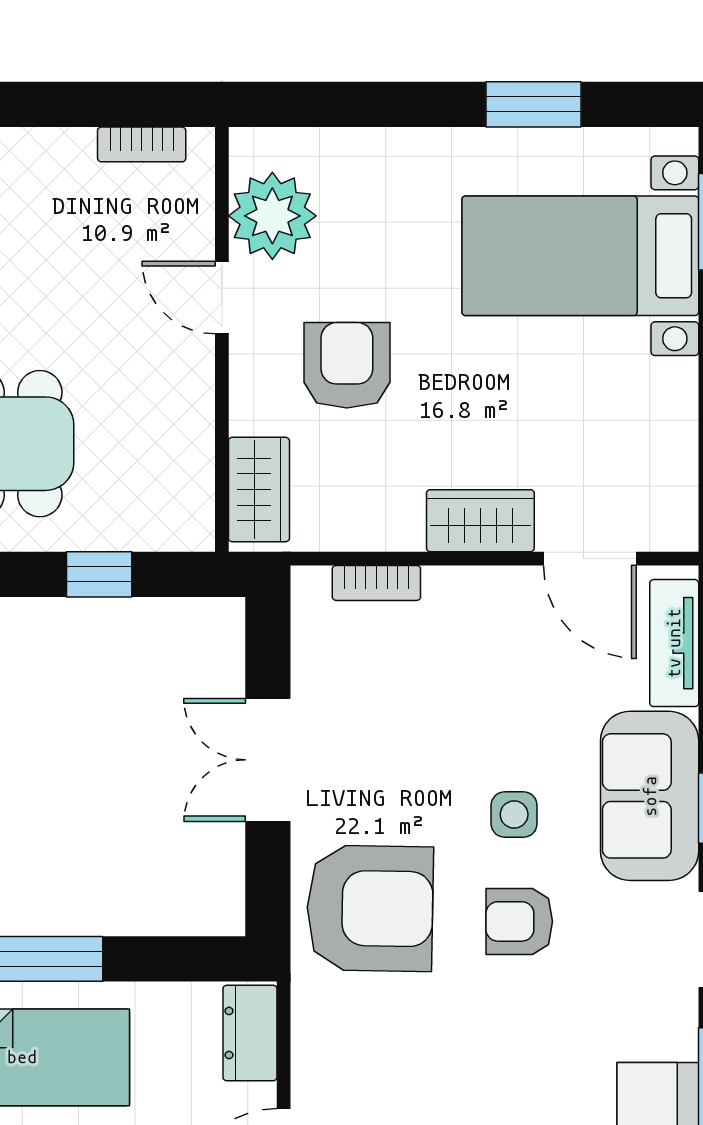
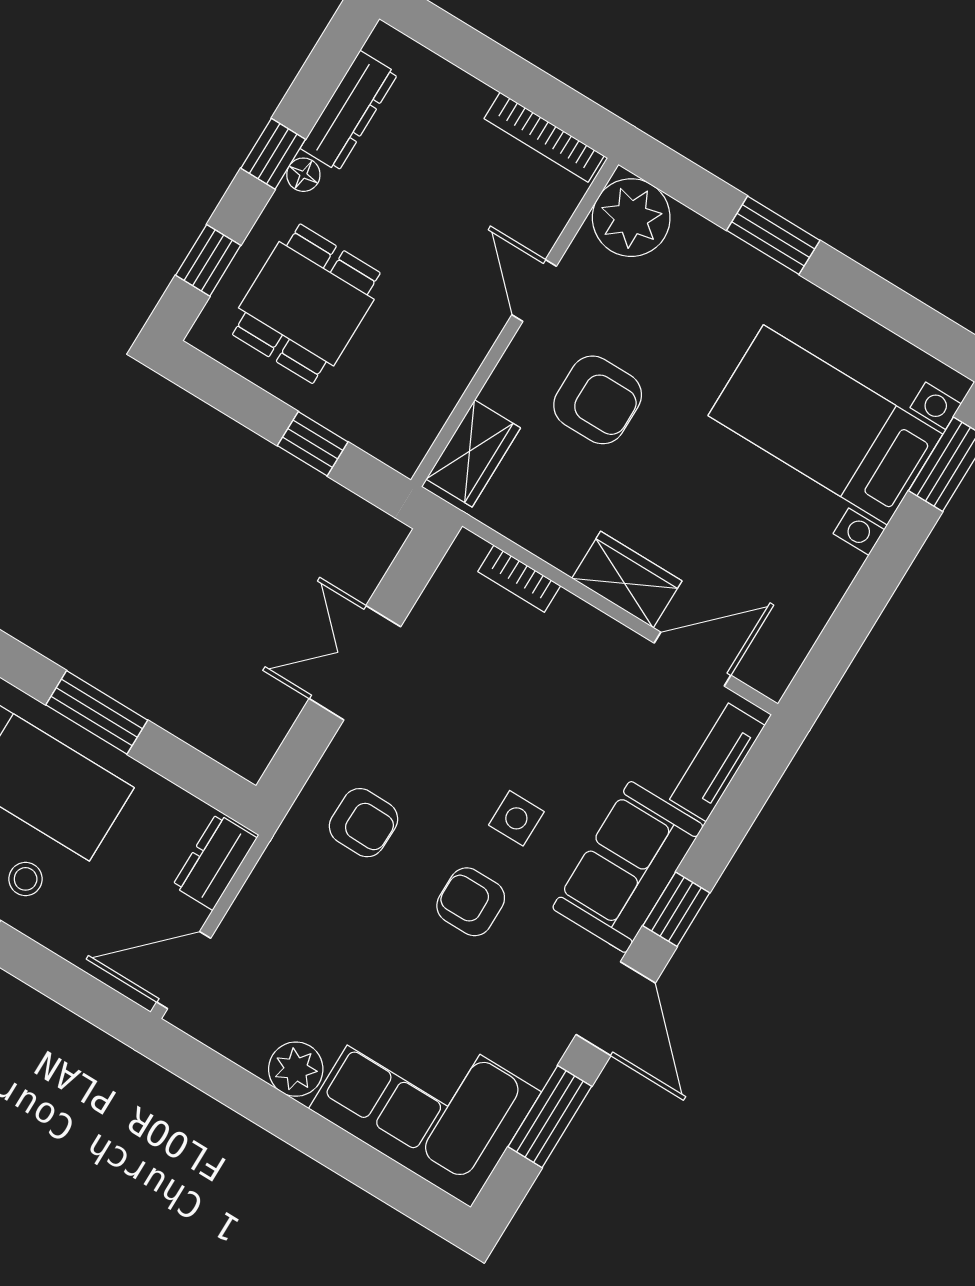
window: (533, 104) -> (773, 235), moved
bookcase: (142, 144) -> (544, 137), width x1.56
plant: (272, 216) -> (631, 218), moved
armchair: (347, 365) -> (598, 400), turned 90
door: (590, 559) -> (692, 659), swing flipped
armchair: (370, 908) -> (363, 823), width x0.53, depth x0.53

